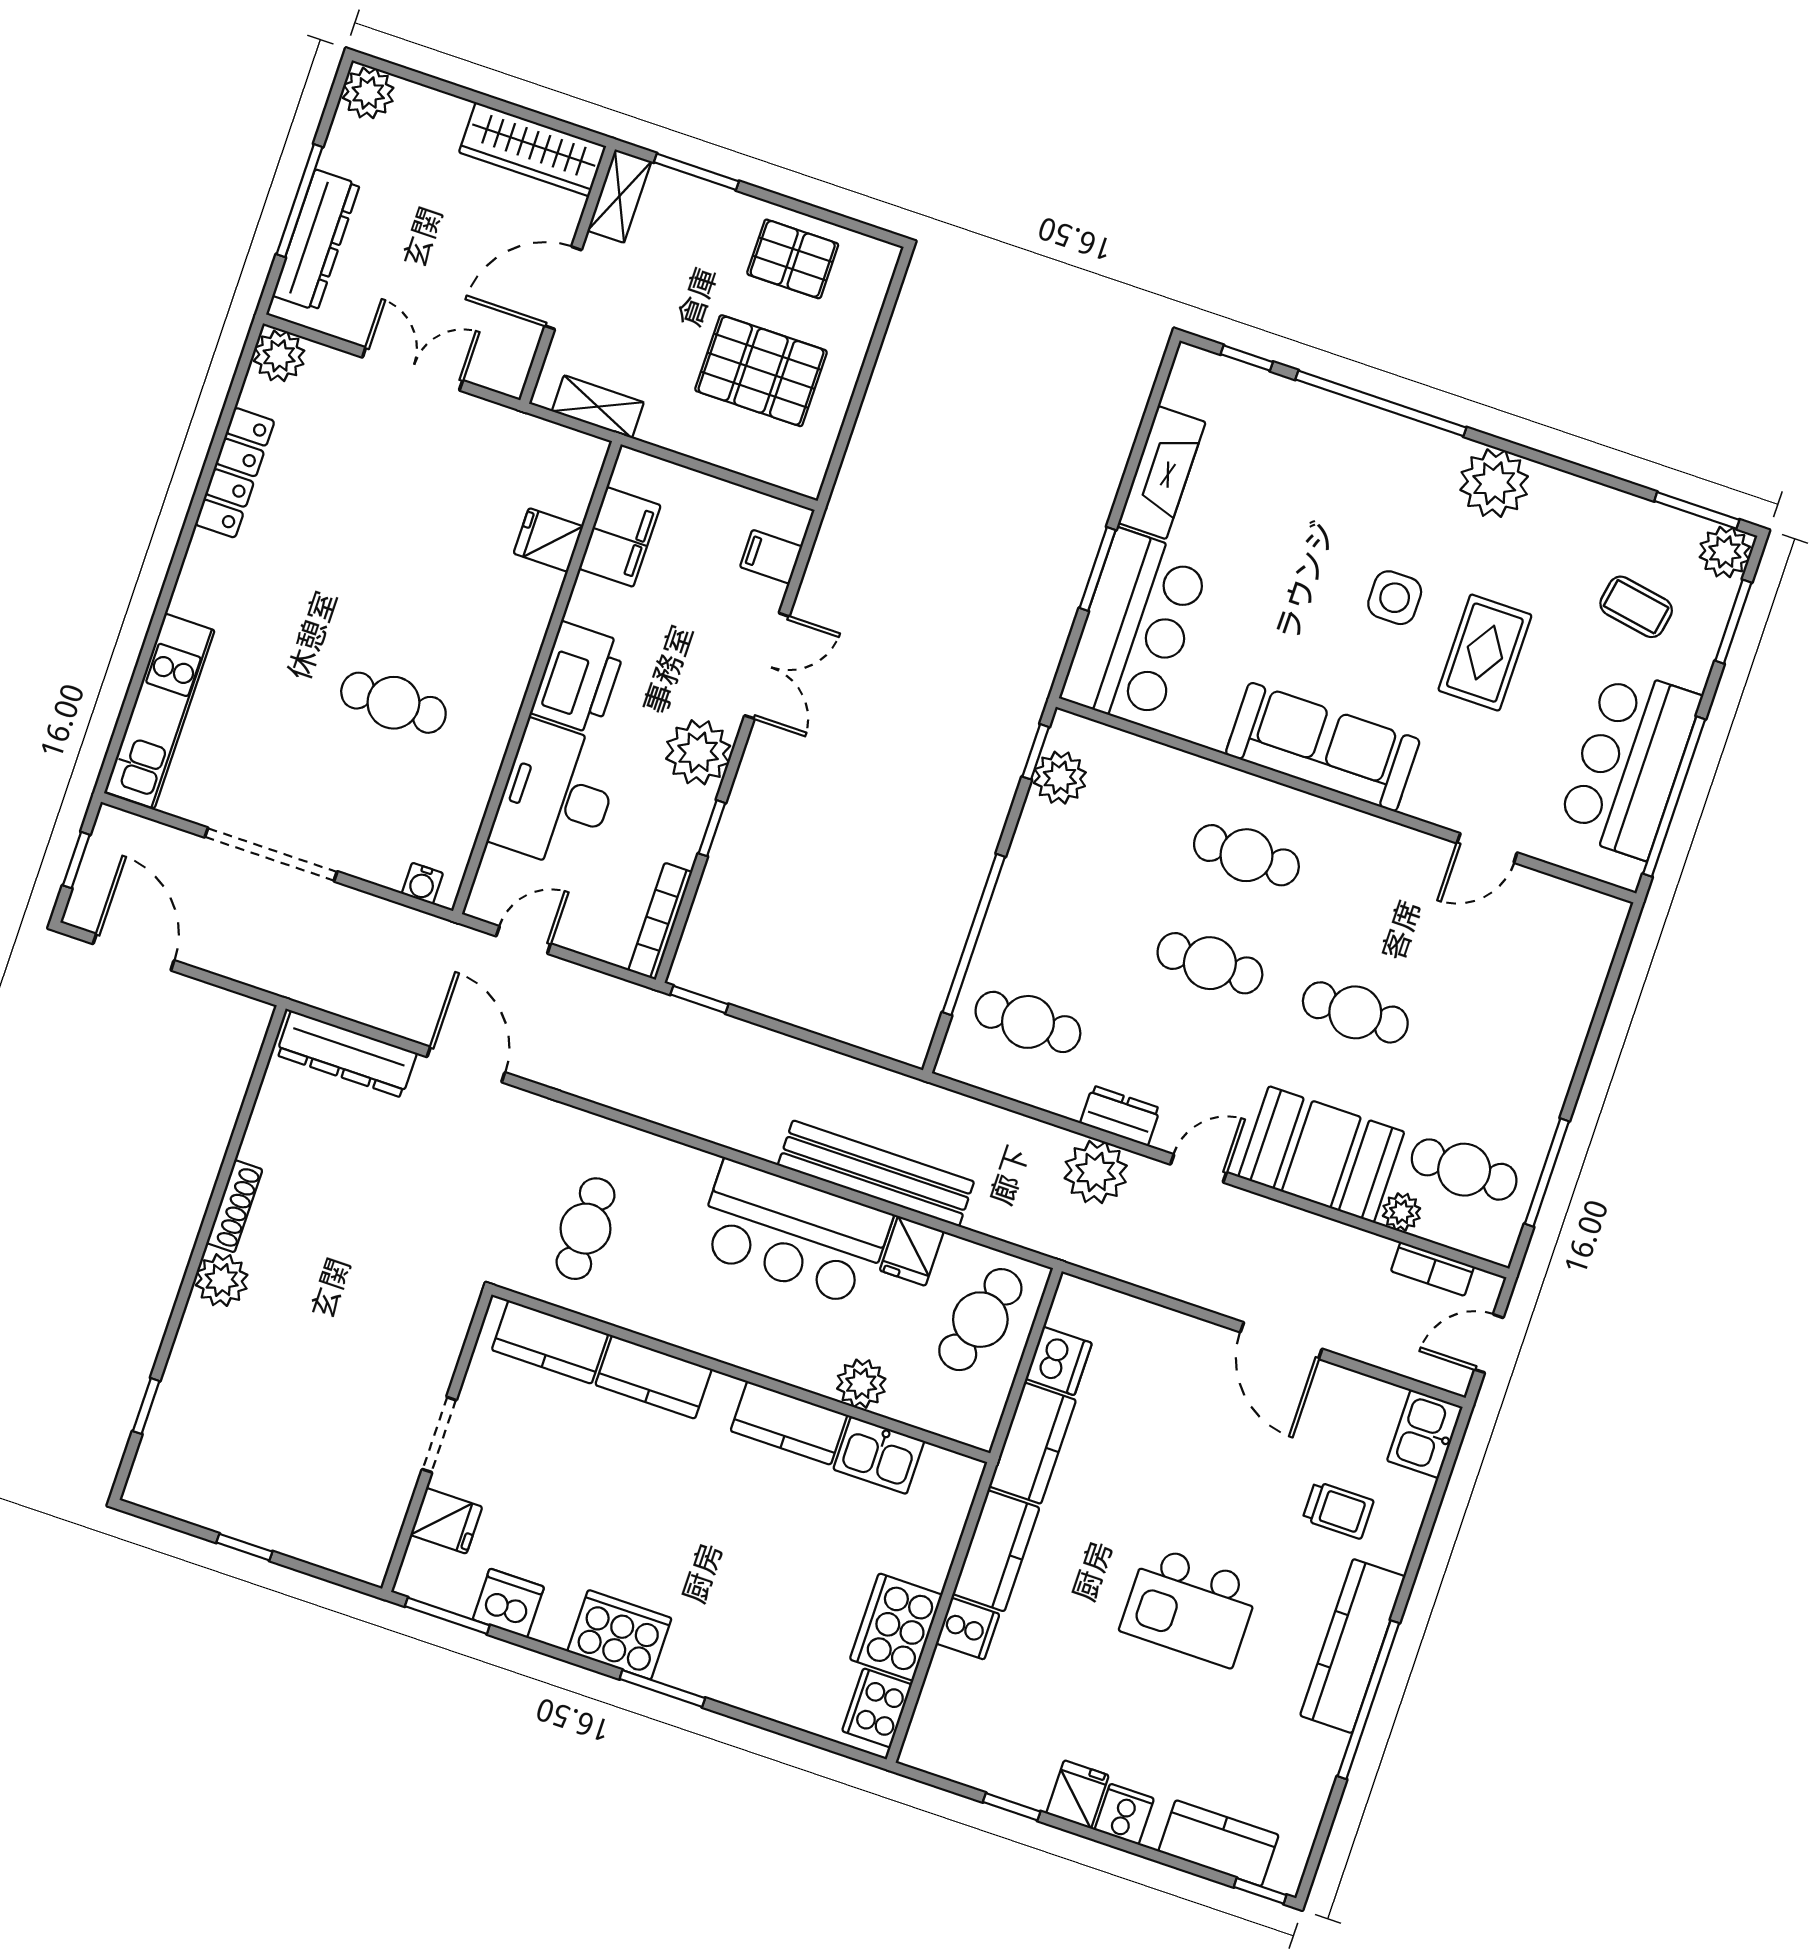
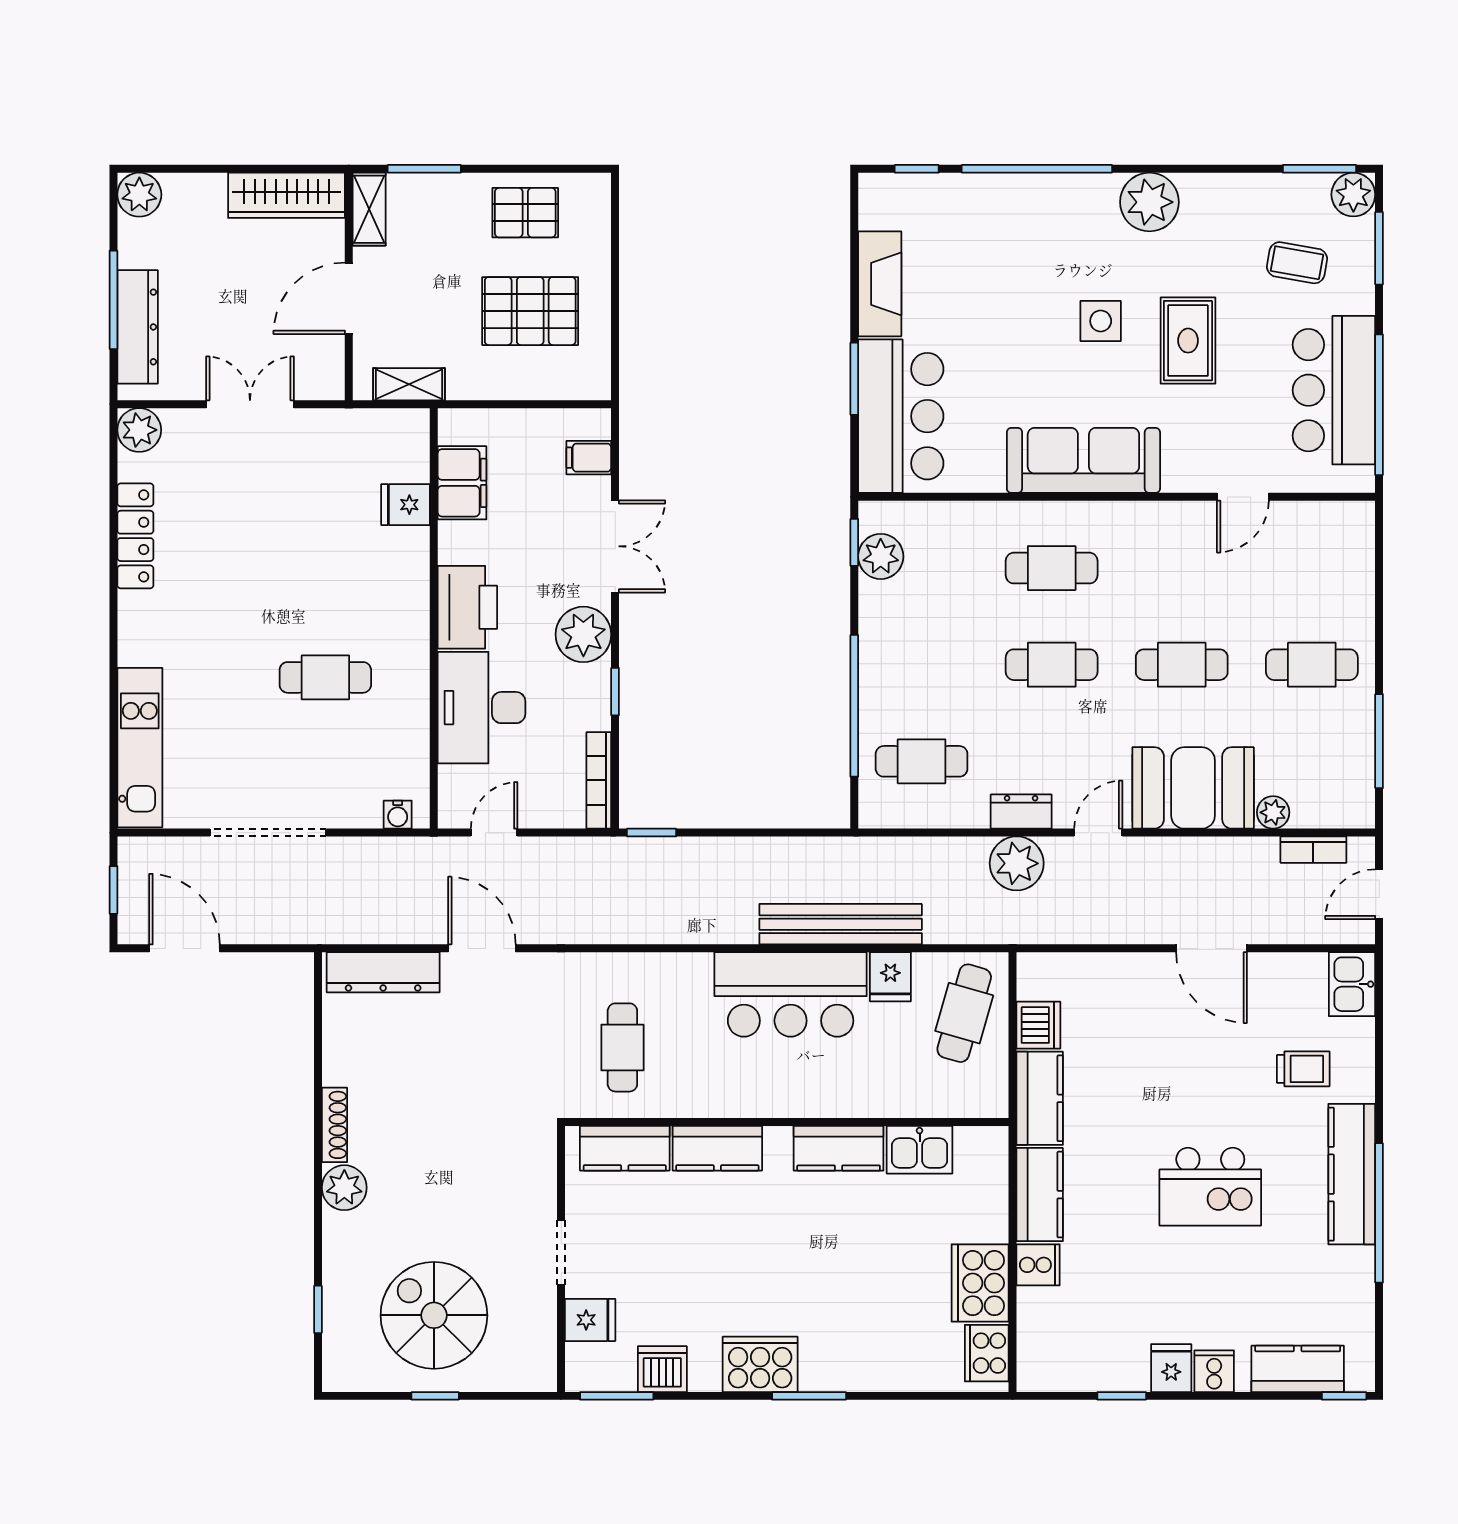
cafe table: (1464, 1170) -> (1312, 665), moved
plant: (861, 1384) -> (886, 1097), removed
spiral stairs: (274, 1457) -> (434, 1315), added

